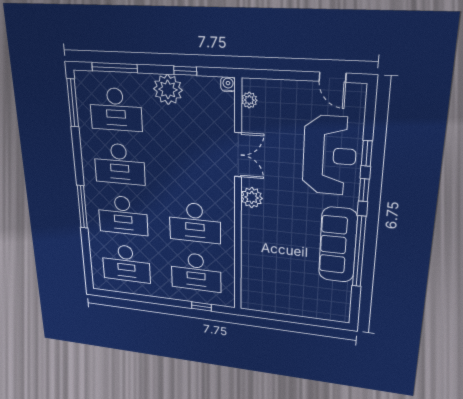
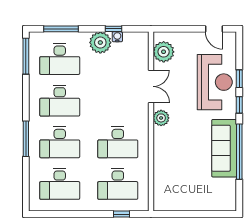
water cooler: (228, 84) -> (117, 37), moved
plant: (249, 100) -> (164, 52), width x1.88, depth x1.88

